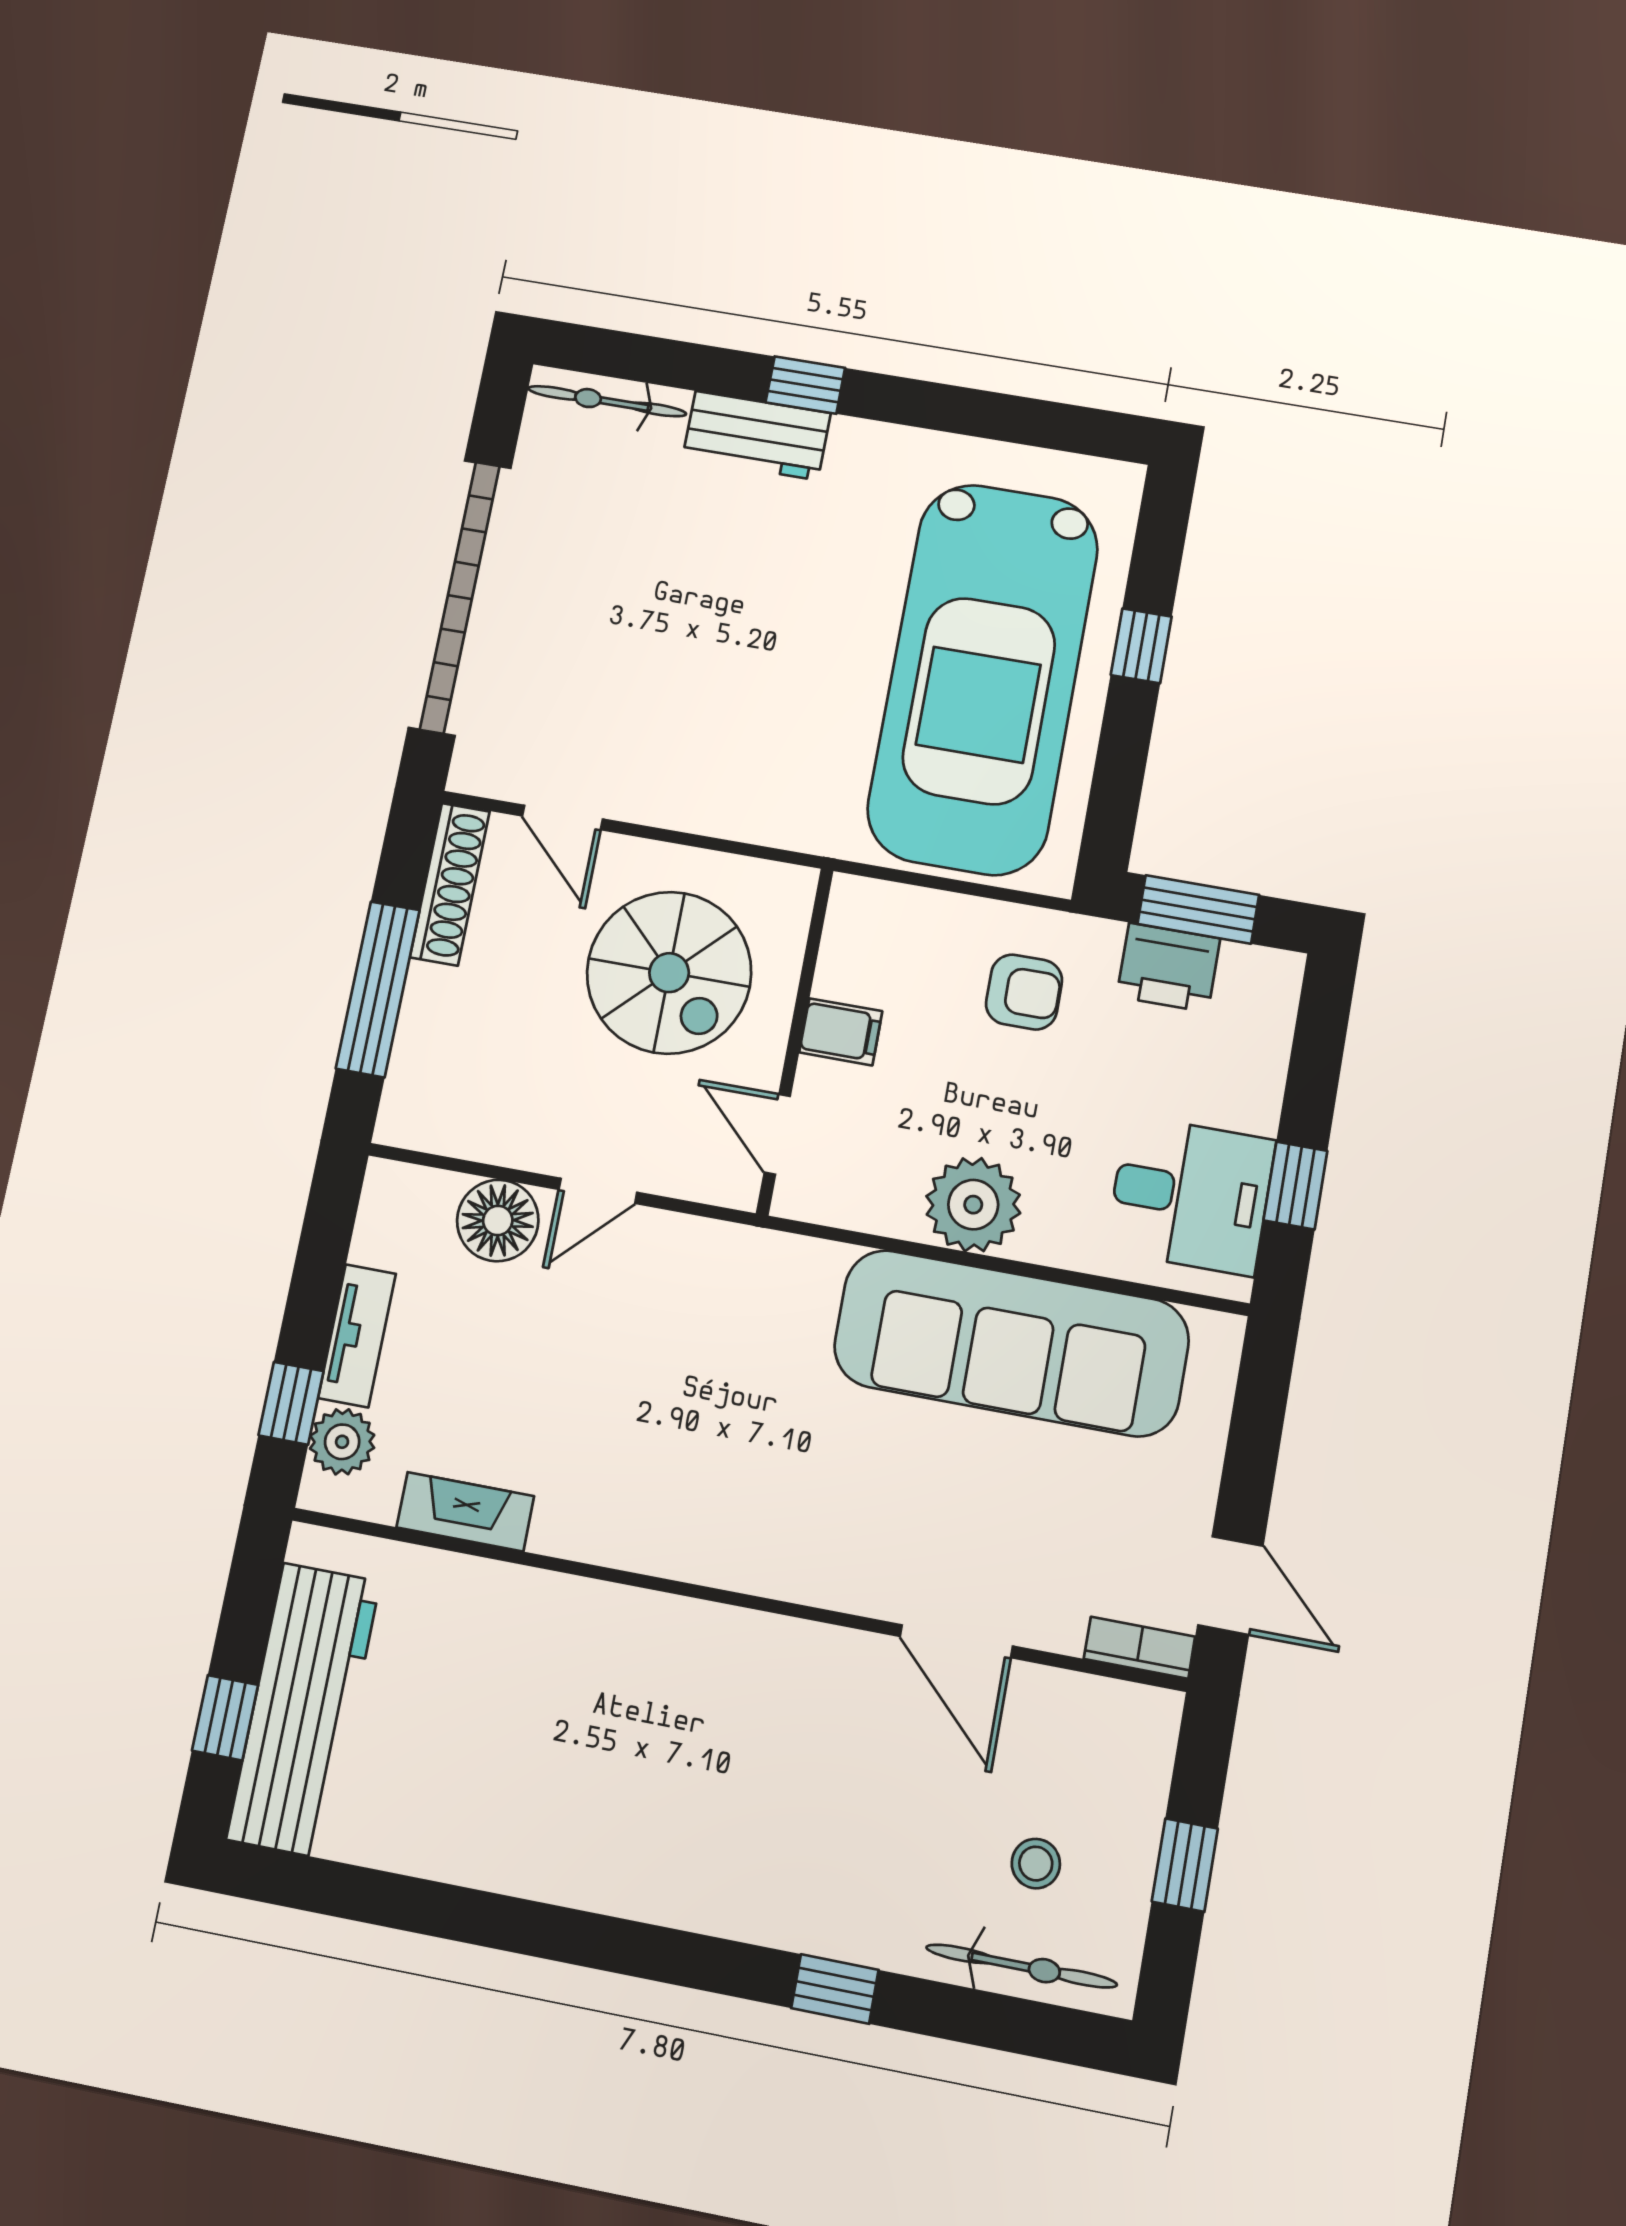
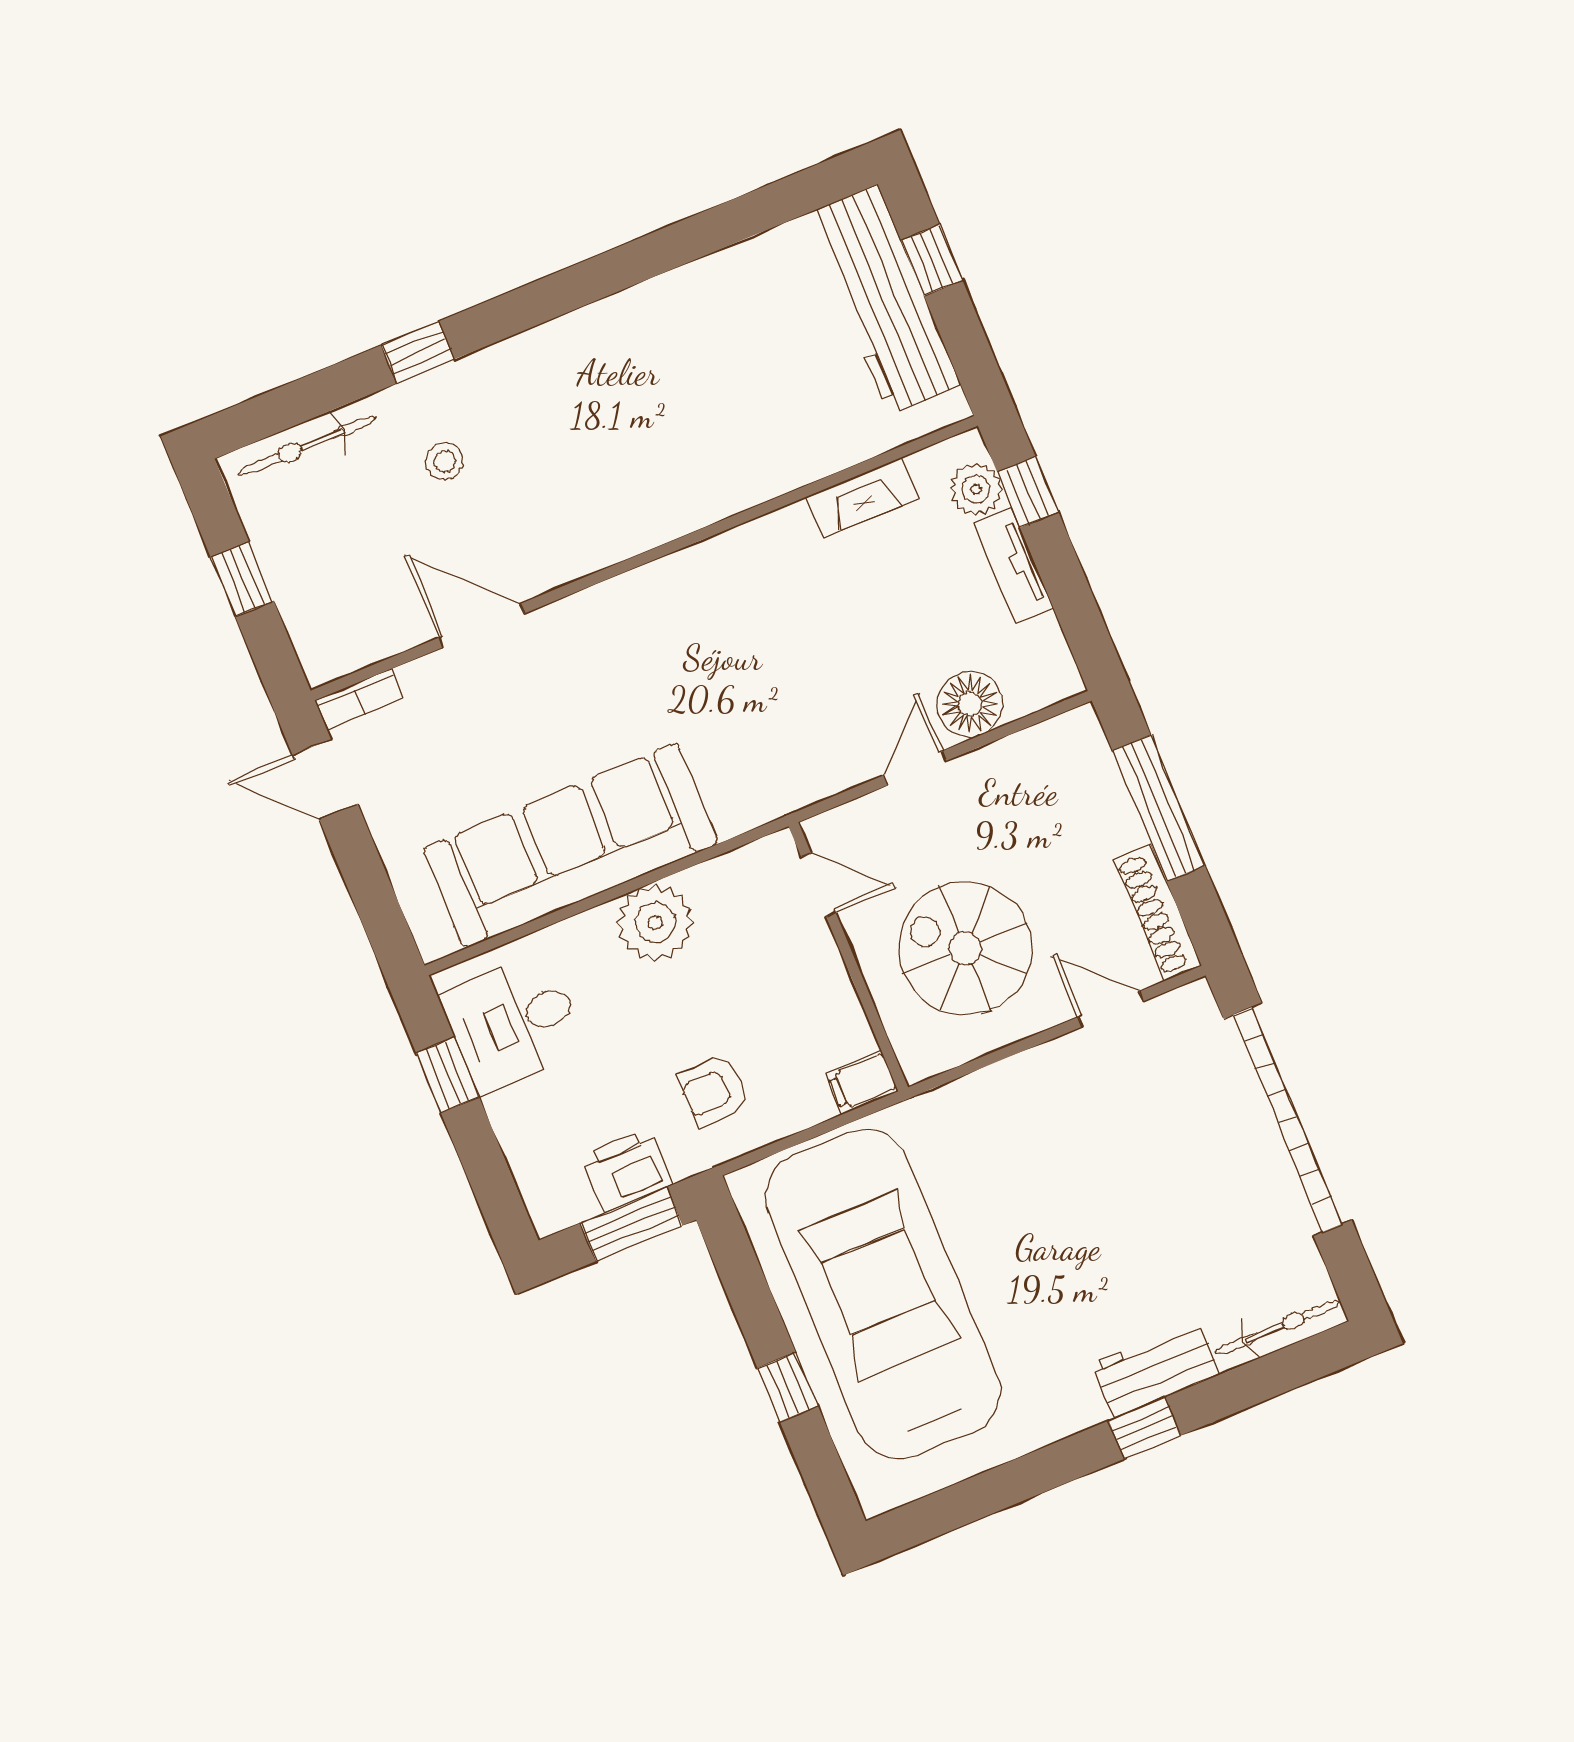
filing cabinet: (841, 1032) -> (862, 1082), moved
stool: (1036, 1864) -> (445, 461), moved

